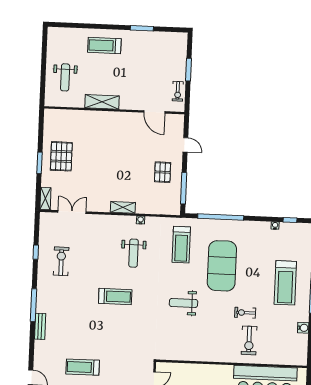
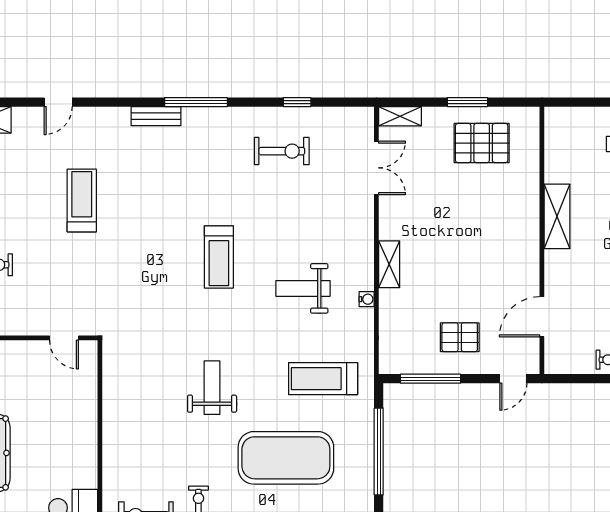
shelving: (102, 102) -> (557, 216), moved
wall: (114, 110) -> (542, 240), moved
door: (154, 112) -> (542, 317), moved

